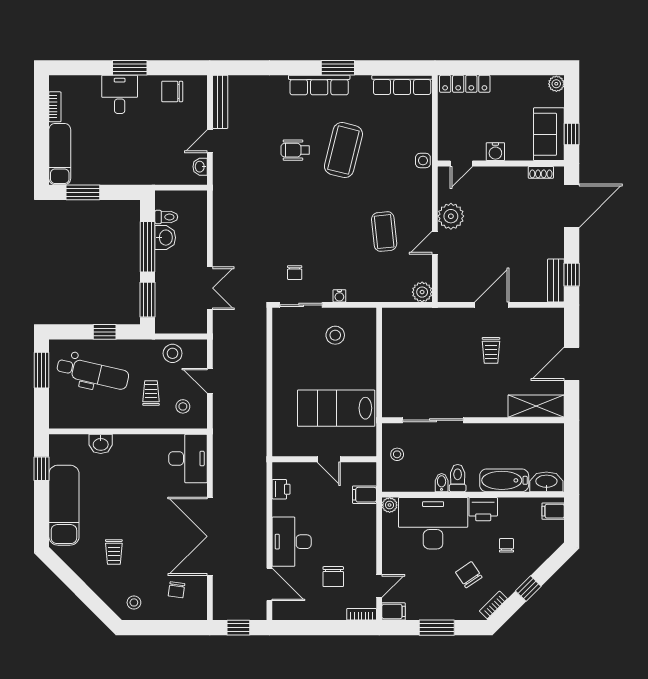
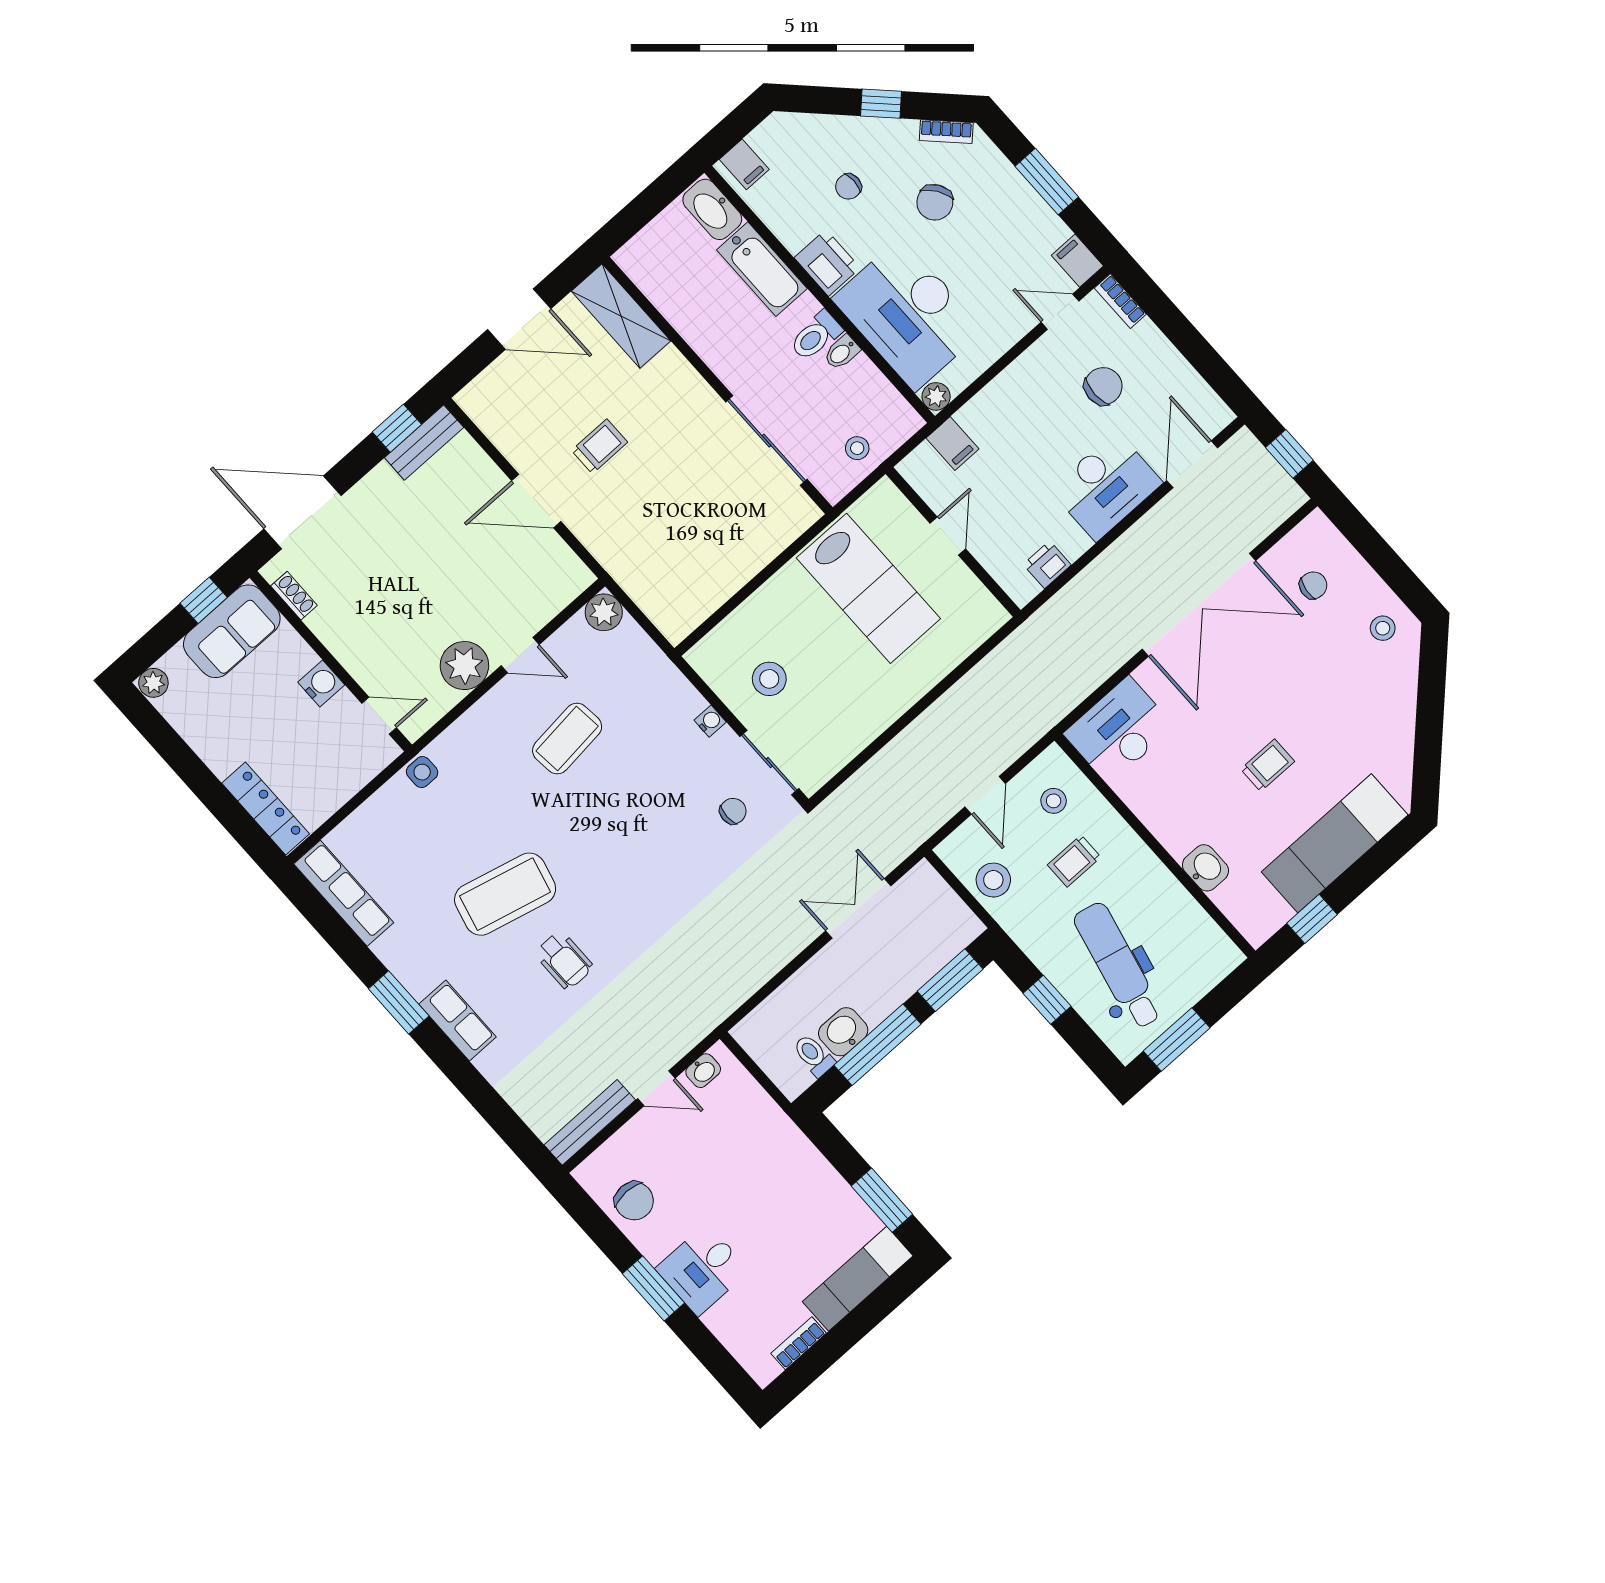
row of seats: (319, 85) -> (458, 1021), width x0.68
trolley: (114, 552) -> (1268, 765), moved

